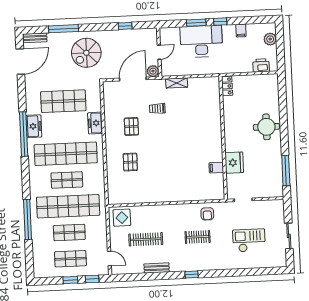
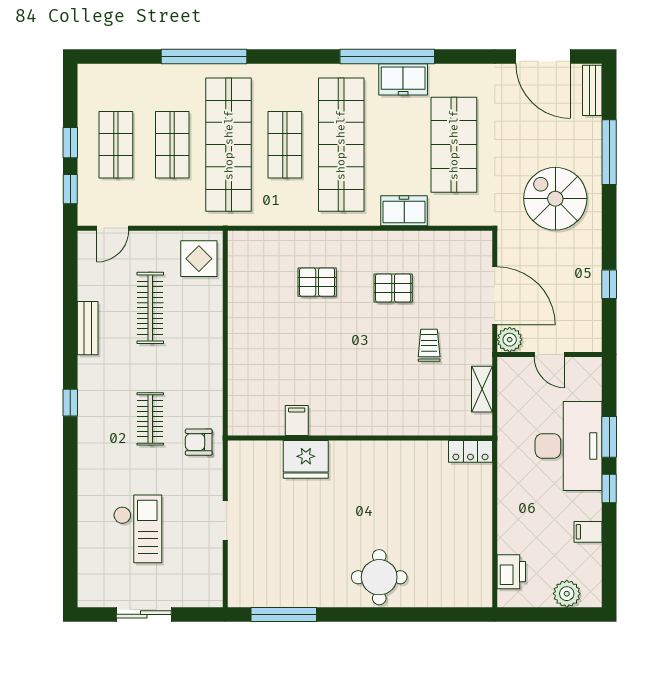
locker: (227, 86) -> (470, 451), moved
wall: (223, 138) -> (360, 438), moved
fridge: (234, 163) -> (306, 459), moved
filing cabinet: (216, 168) -> (297, 420), moved

